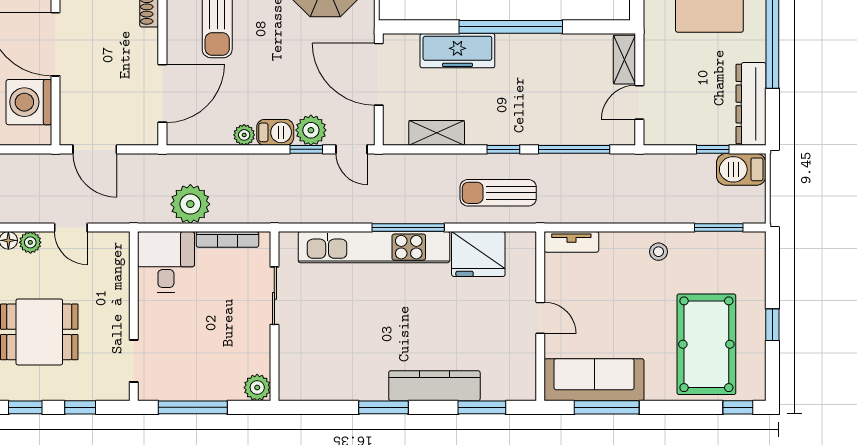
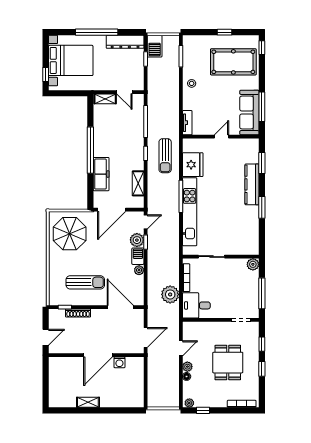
washing machine: (29, 102) -> (119, 362), width x0.53, depth x0.53

